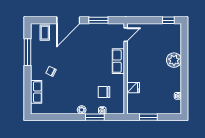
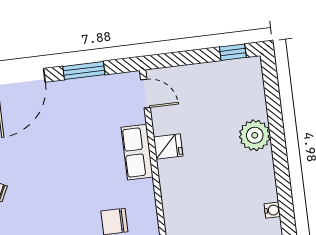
door: (126, 35) -> (145, 94), hinge flipped
fridge: (133, 88) -> (168, 147), moved

